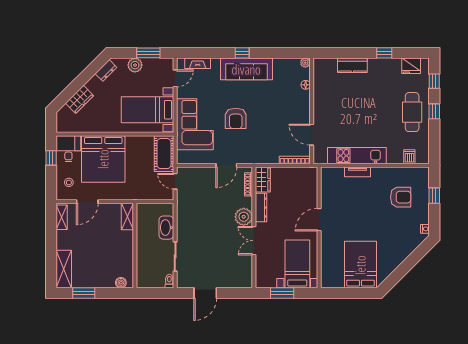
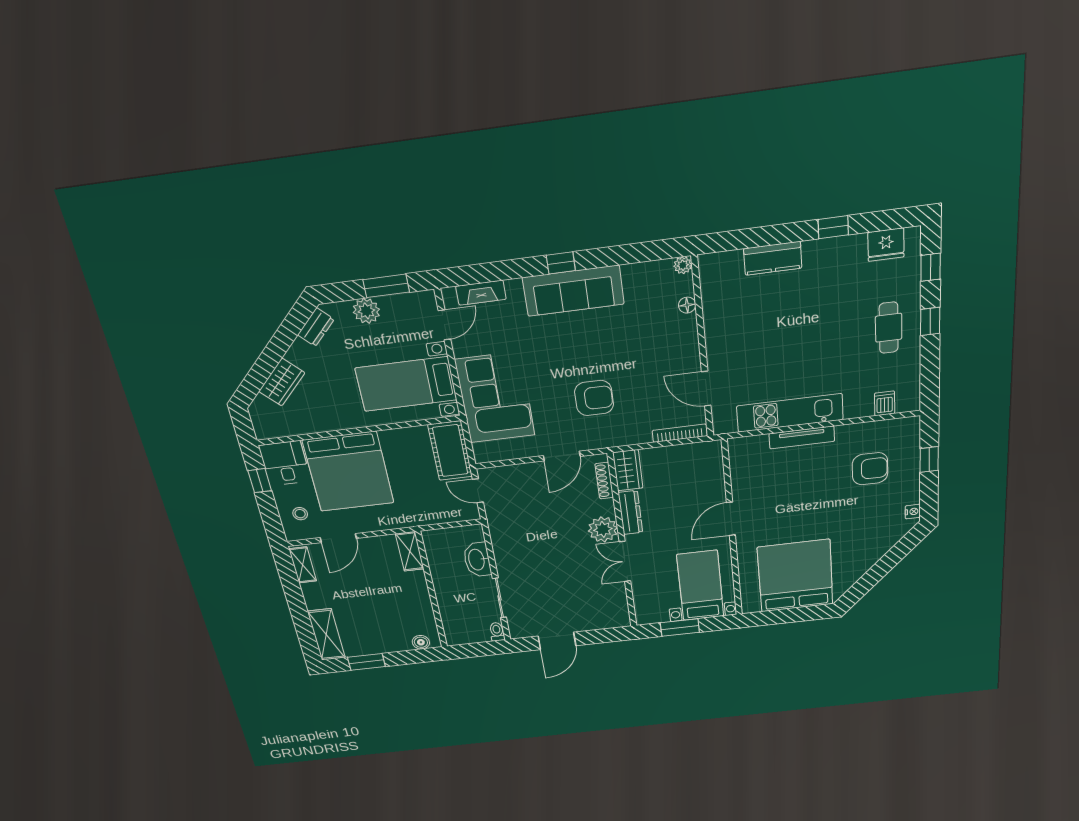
cafe table: (412, 112) -> (889, 328), width x0.73, depth x0.74
armchair: (236, 118) -> (594, 398), moved, turned -90
tv unit: (357, 172) -> (802, 437), width x1.41
bed: (360, 265) -> (795, 576), width x1.36

